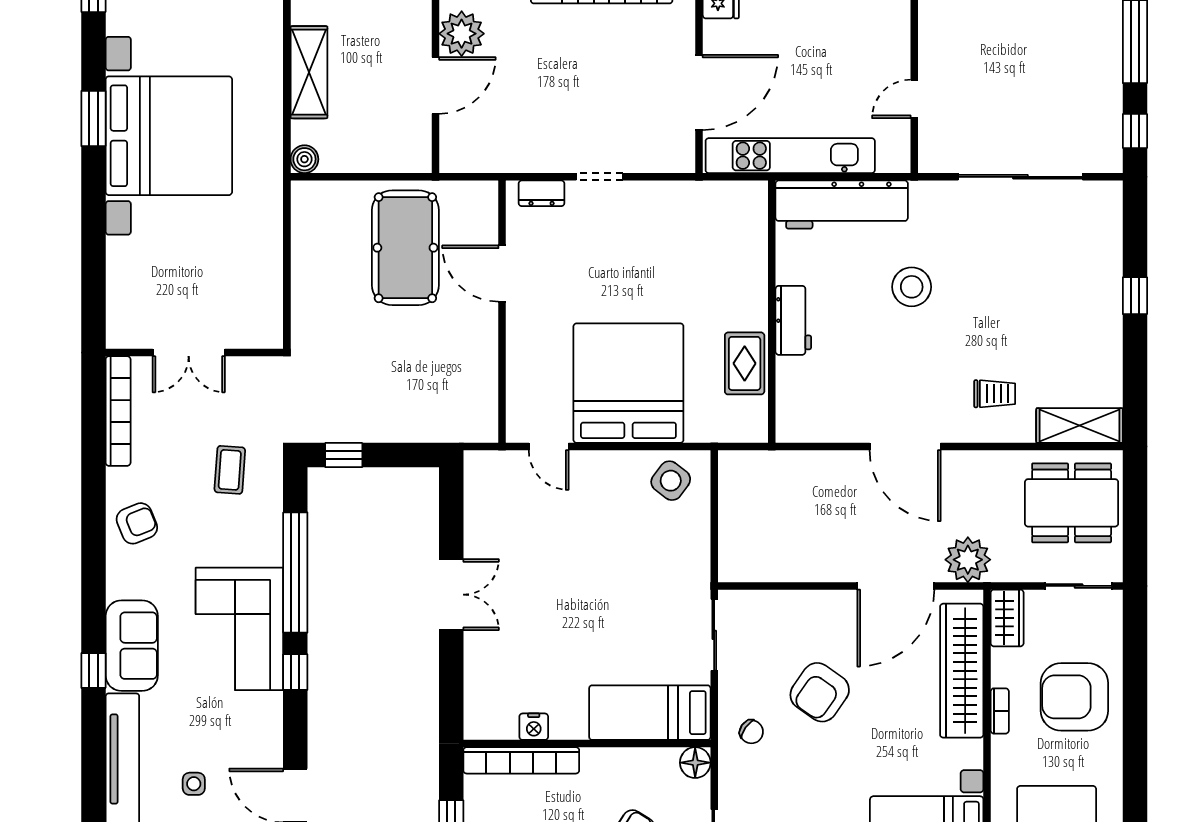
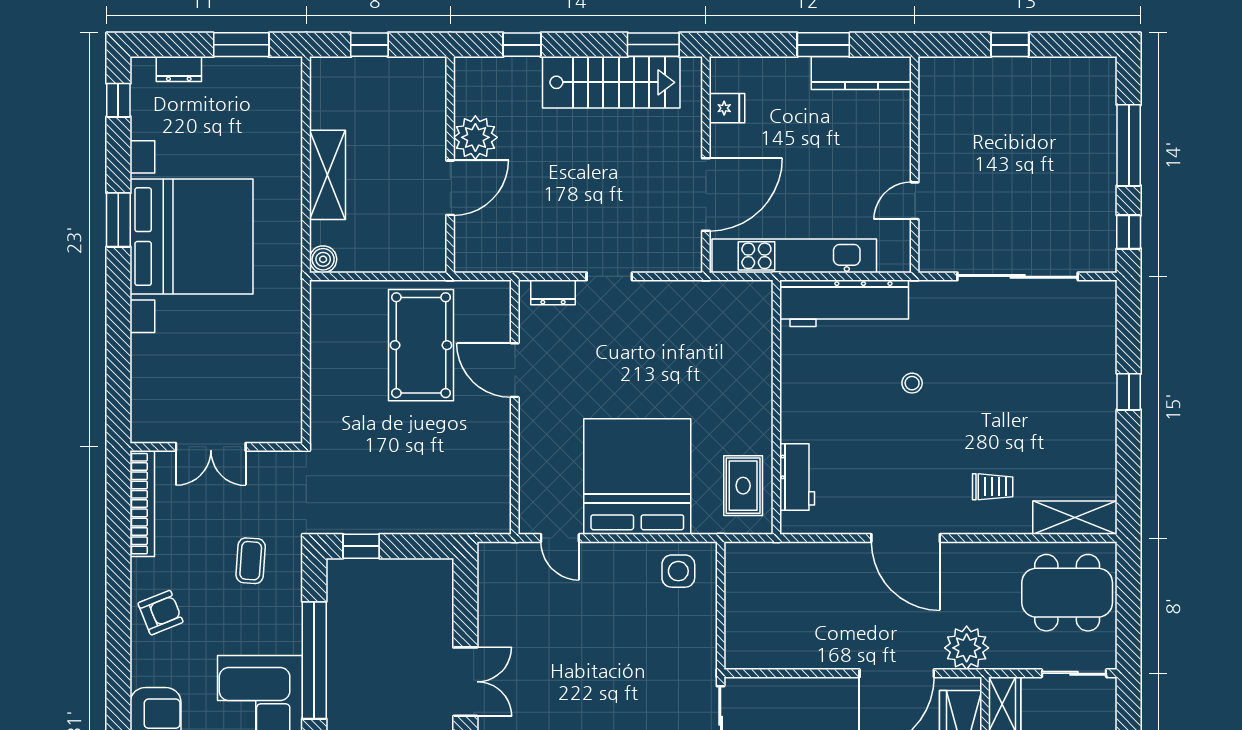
stool: (912, 287) -> (912, 383), width x0.53, depth x0.53
workbench: (793, 320) -> (797, 477), moved
rug: (745, 363) -> (743, 486), moved
side table: (671, 481) -> (678, 571), turned -37

